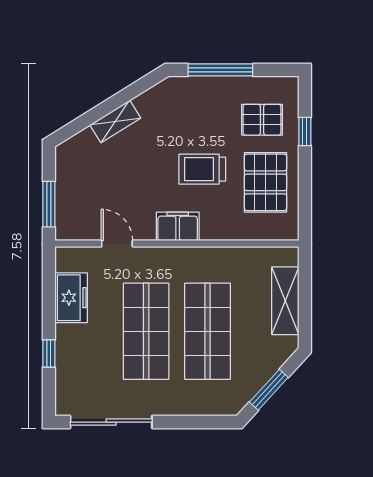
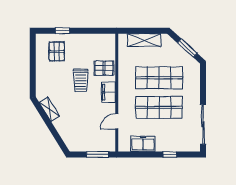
window: (220, 70) -> (33, 72), removed
shelving: (115, 121) -> (49, 109), moved
pallet: (266, 182) -> (104, 68), moved, width x0.67, depth x0.71

